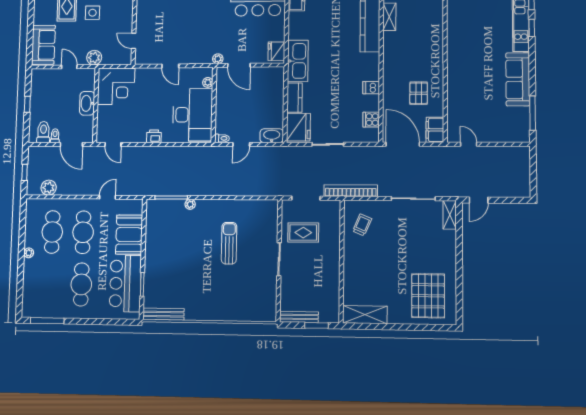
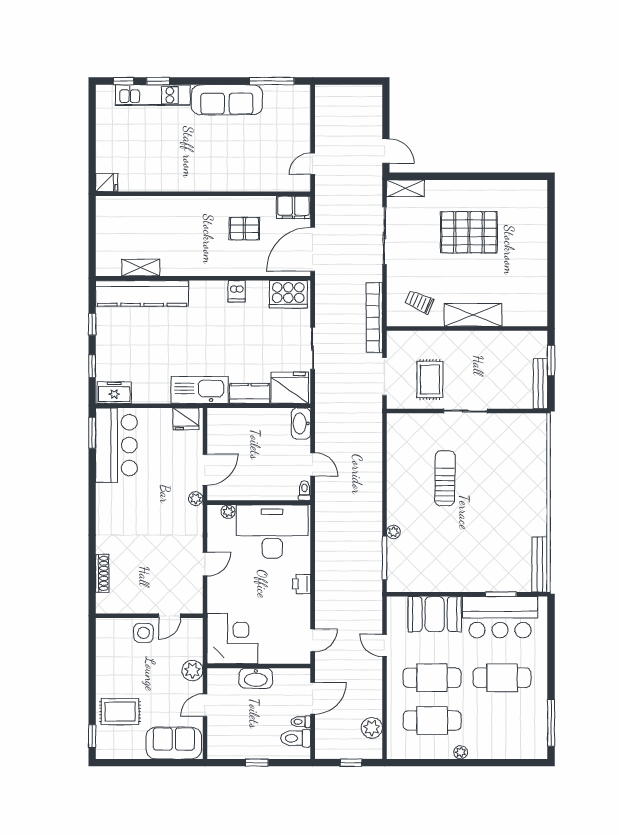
side table: (92, 13) -> (144, 633), moved
cooker: (371, 120) -> (288, 294), width x1.87, depth x1.31
sun lounger: (229, 243) -> (445, 478), turned 91
pallet: (428, 296) -> (469, 232), moved
shelving: (365, 315) -> (473, 315), moved, turned 90

